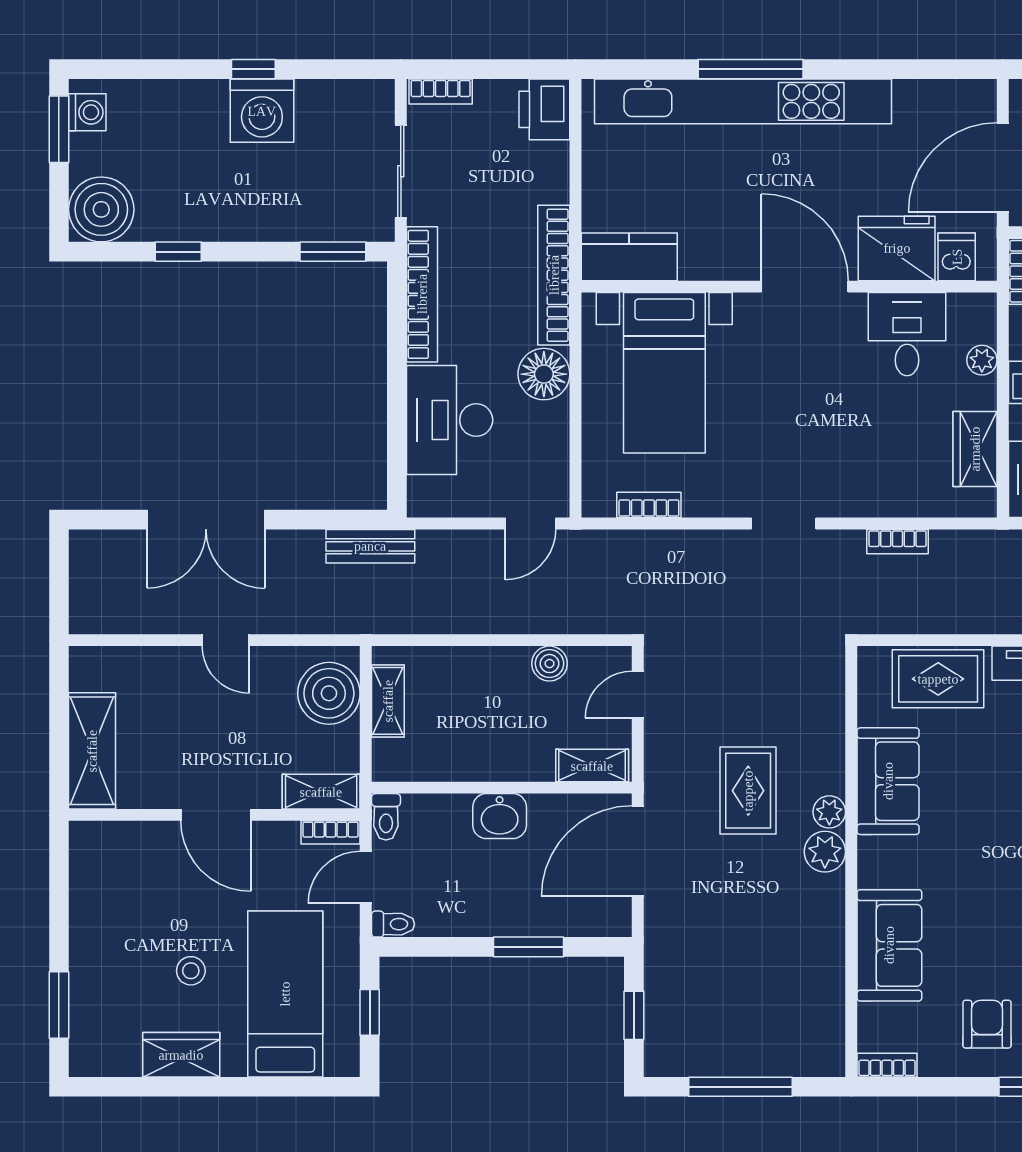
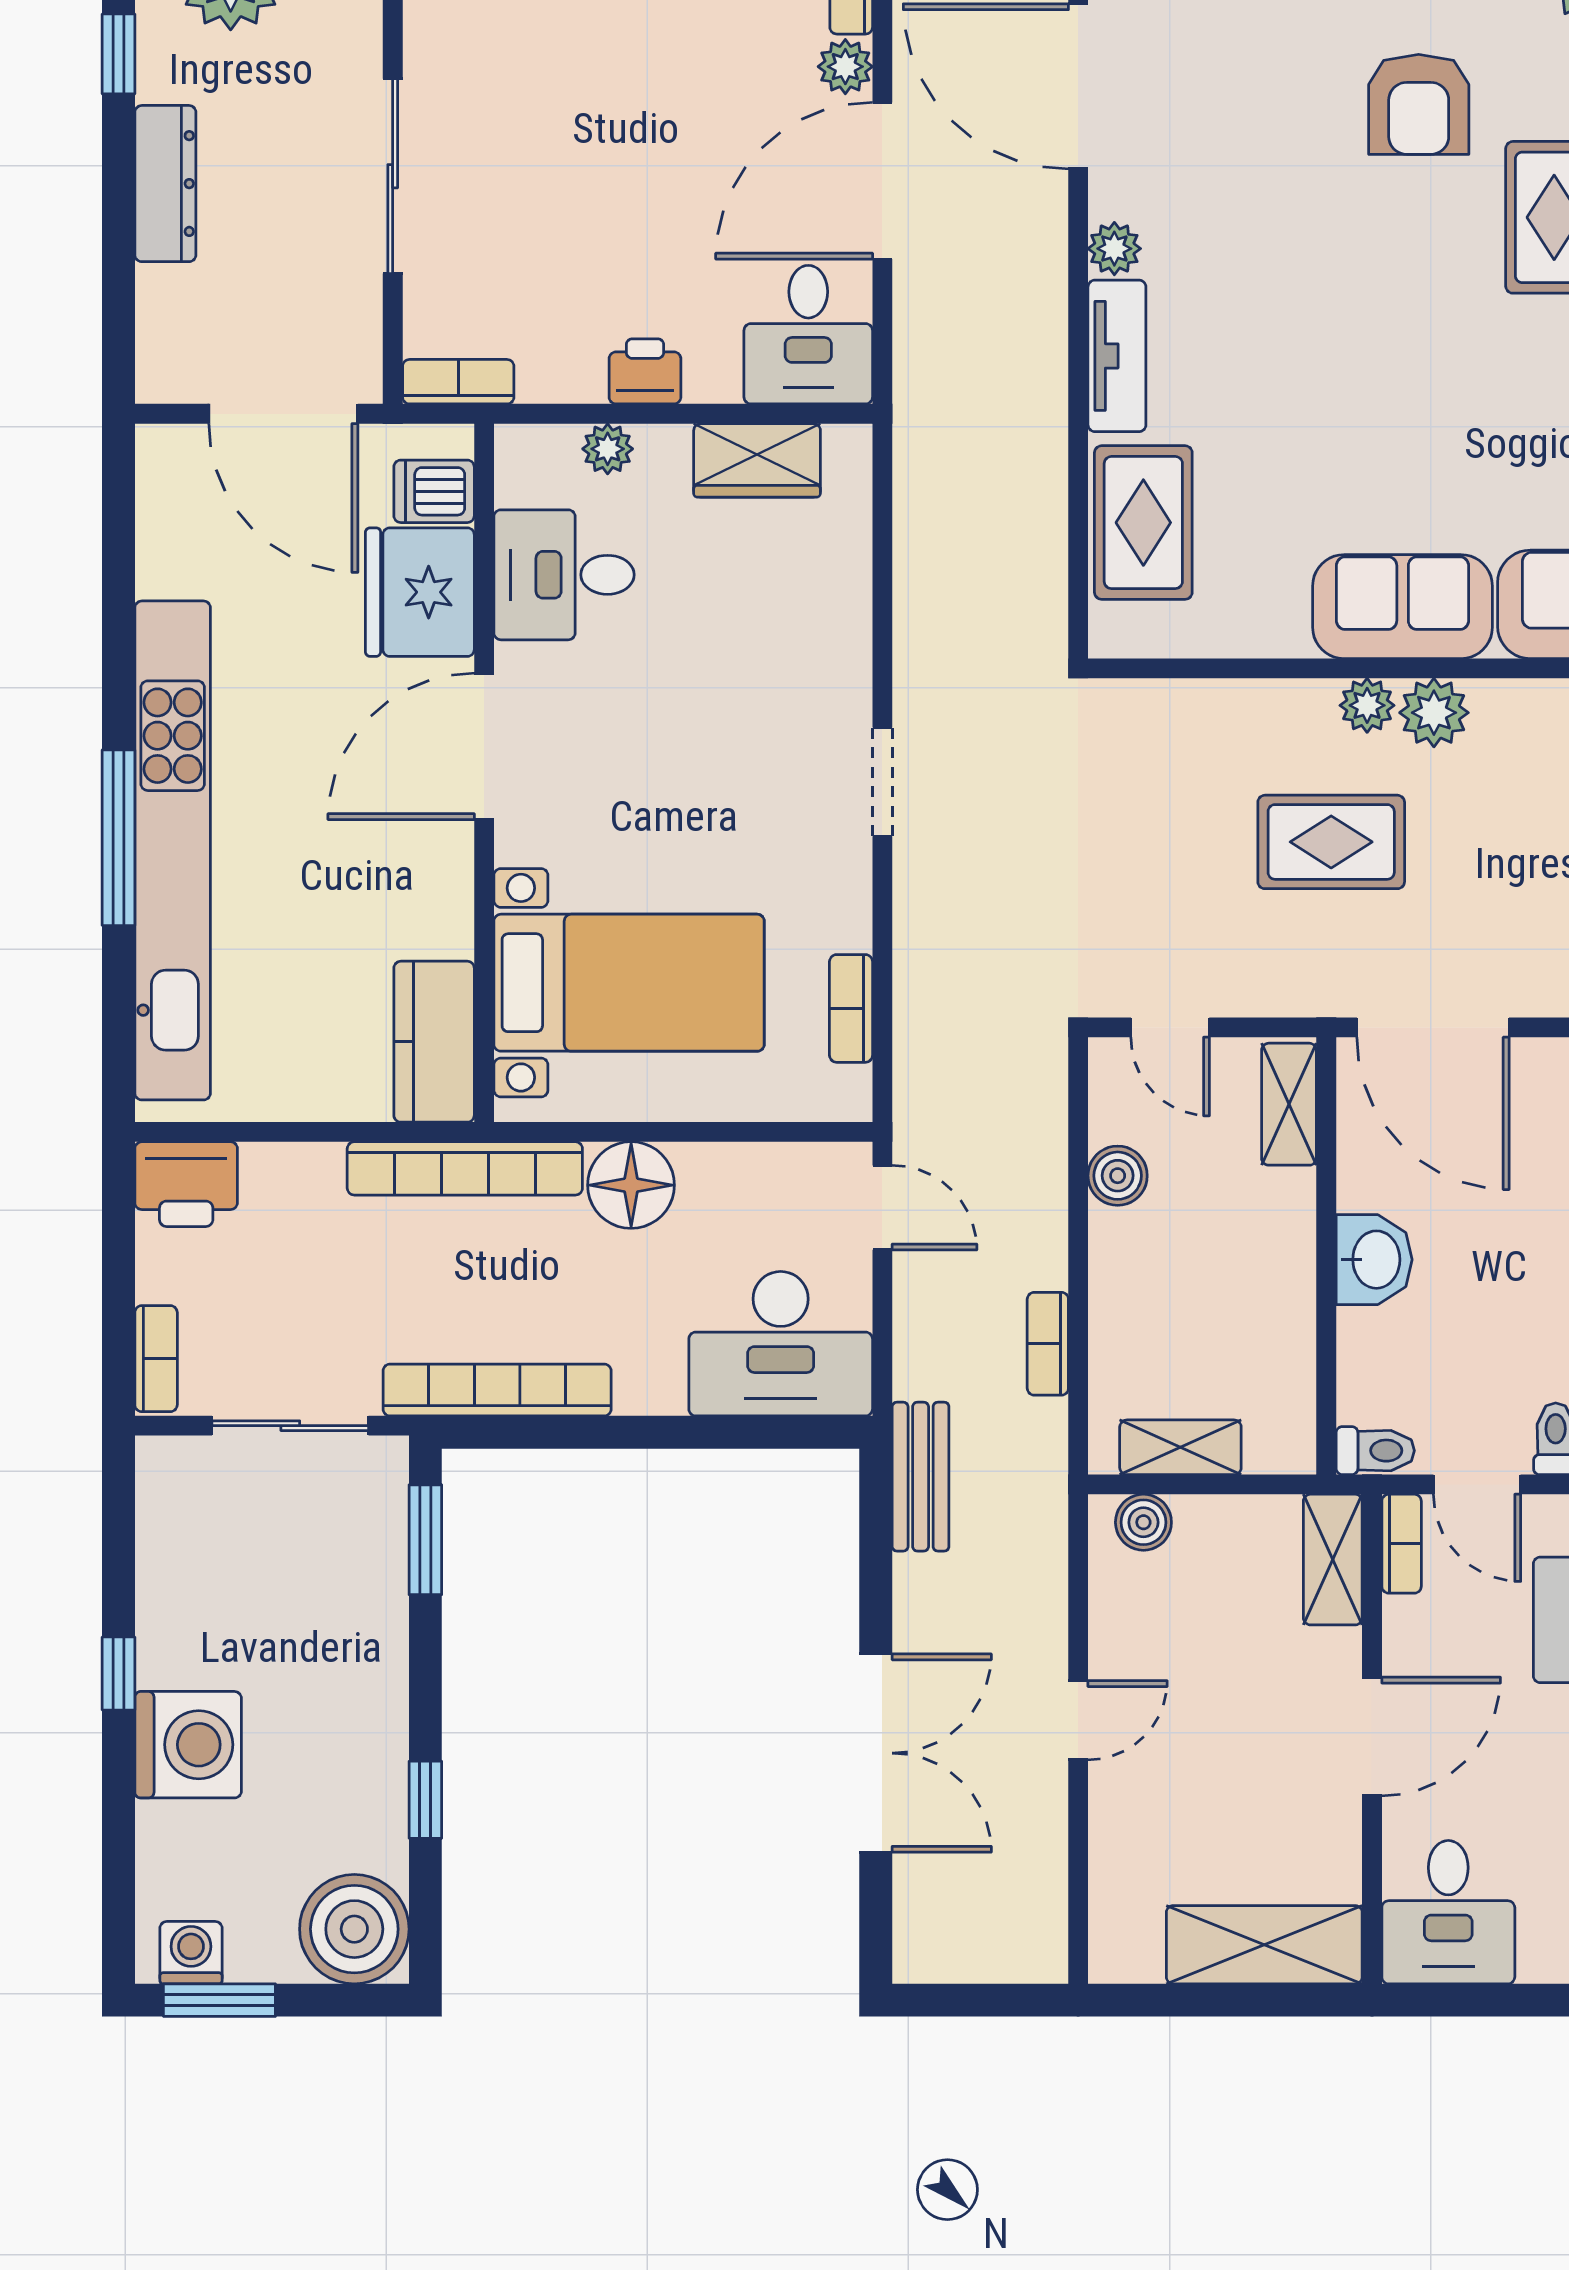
washing machine: (262, 111) -> (188, 1745), moved
desk: (450, 420) -> (781, 1344), moved
bookcase: (897, 542) -> (1048, 1344), moved, turned 180
boiler: (329, 693) -> (1143, 1522), width x0.54, depth x0.54
sofa: (888, 781) -> (1403, 607), moved
desk: (111, 860) -> (1448, 1912), added

